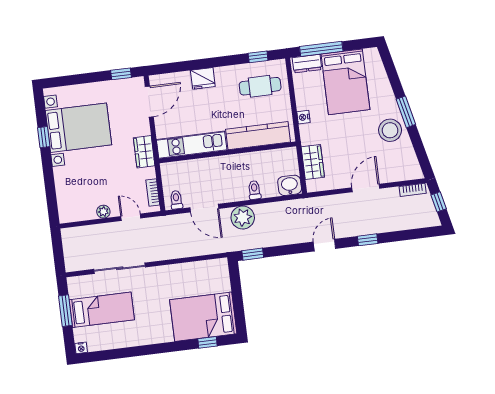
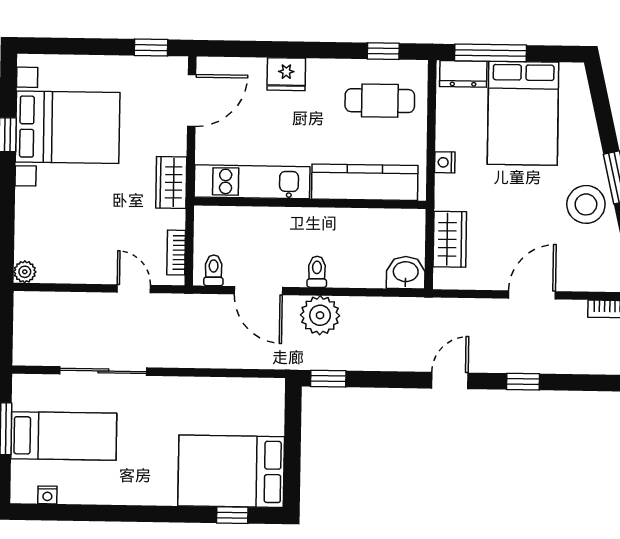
toilet: (254, 190) -> (317, 272), moved
plant: (103, 212) -> (25, 272), moved
nightstand: (81, 348) -> (47, 495), moved

